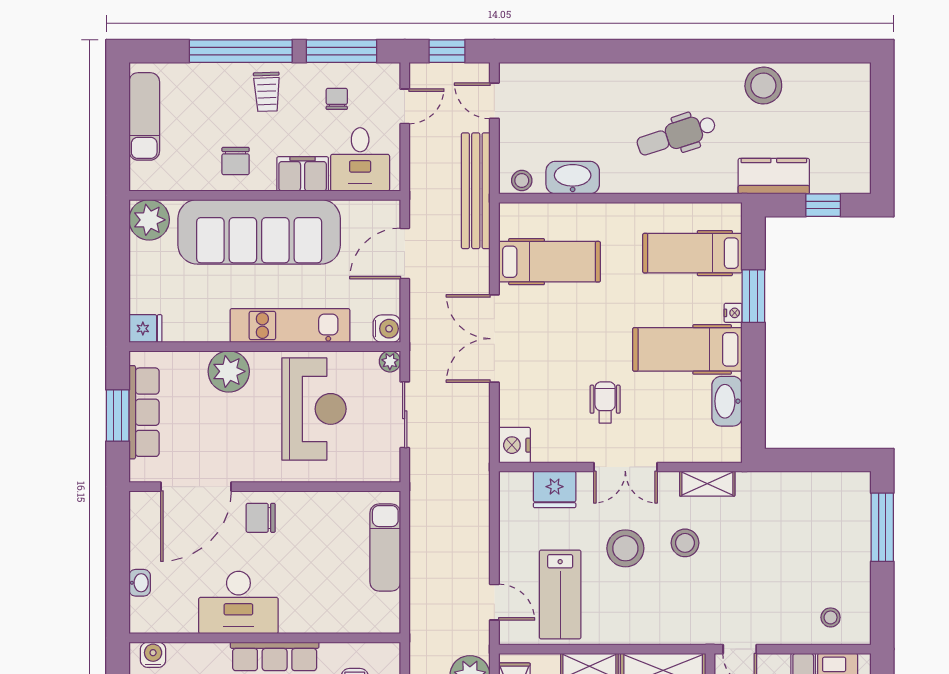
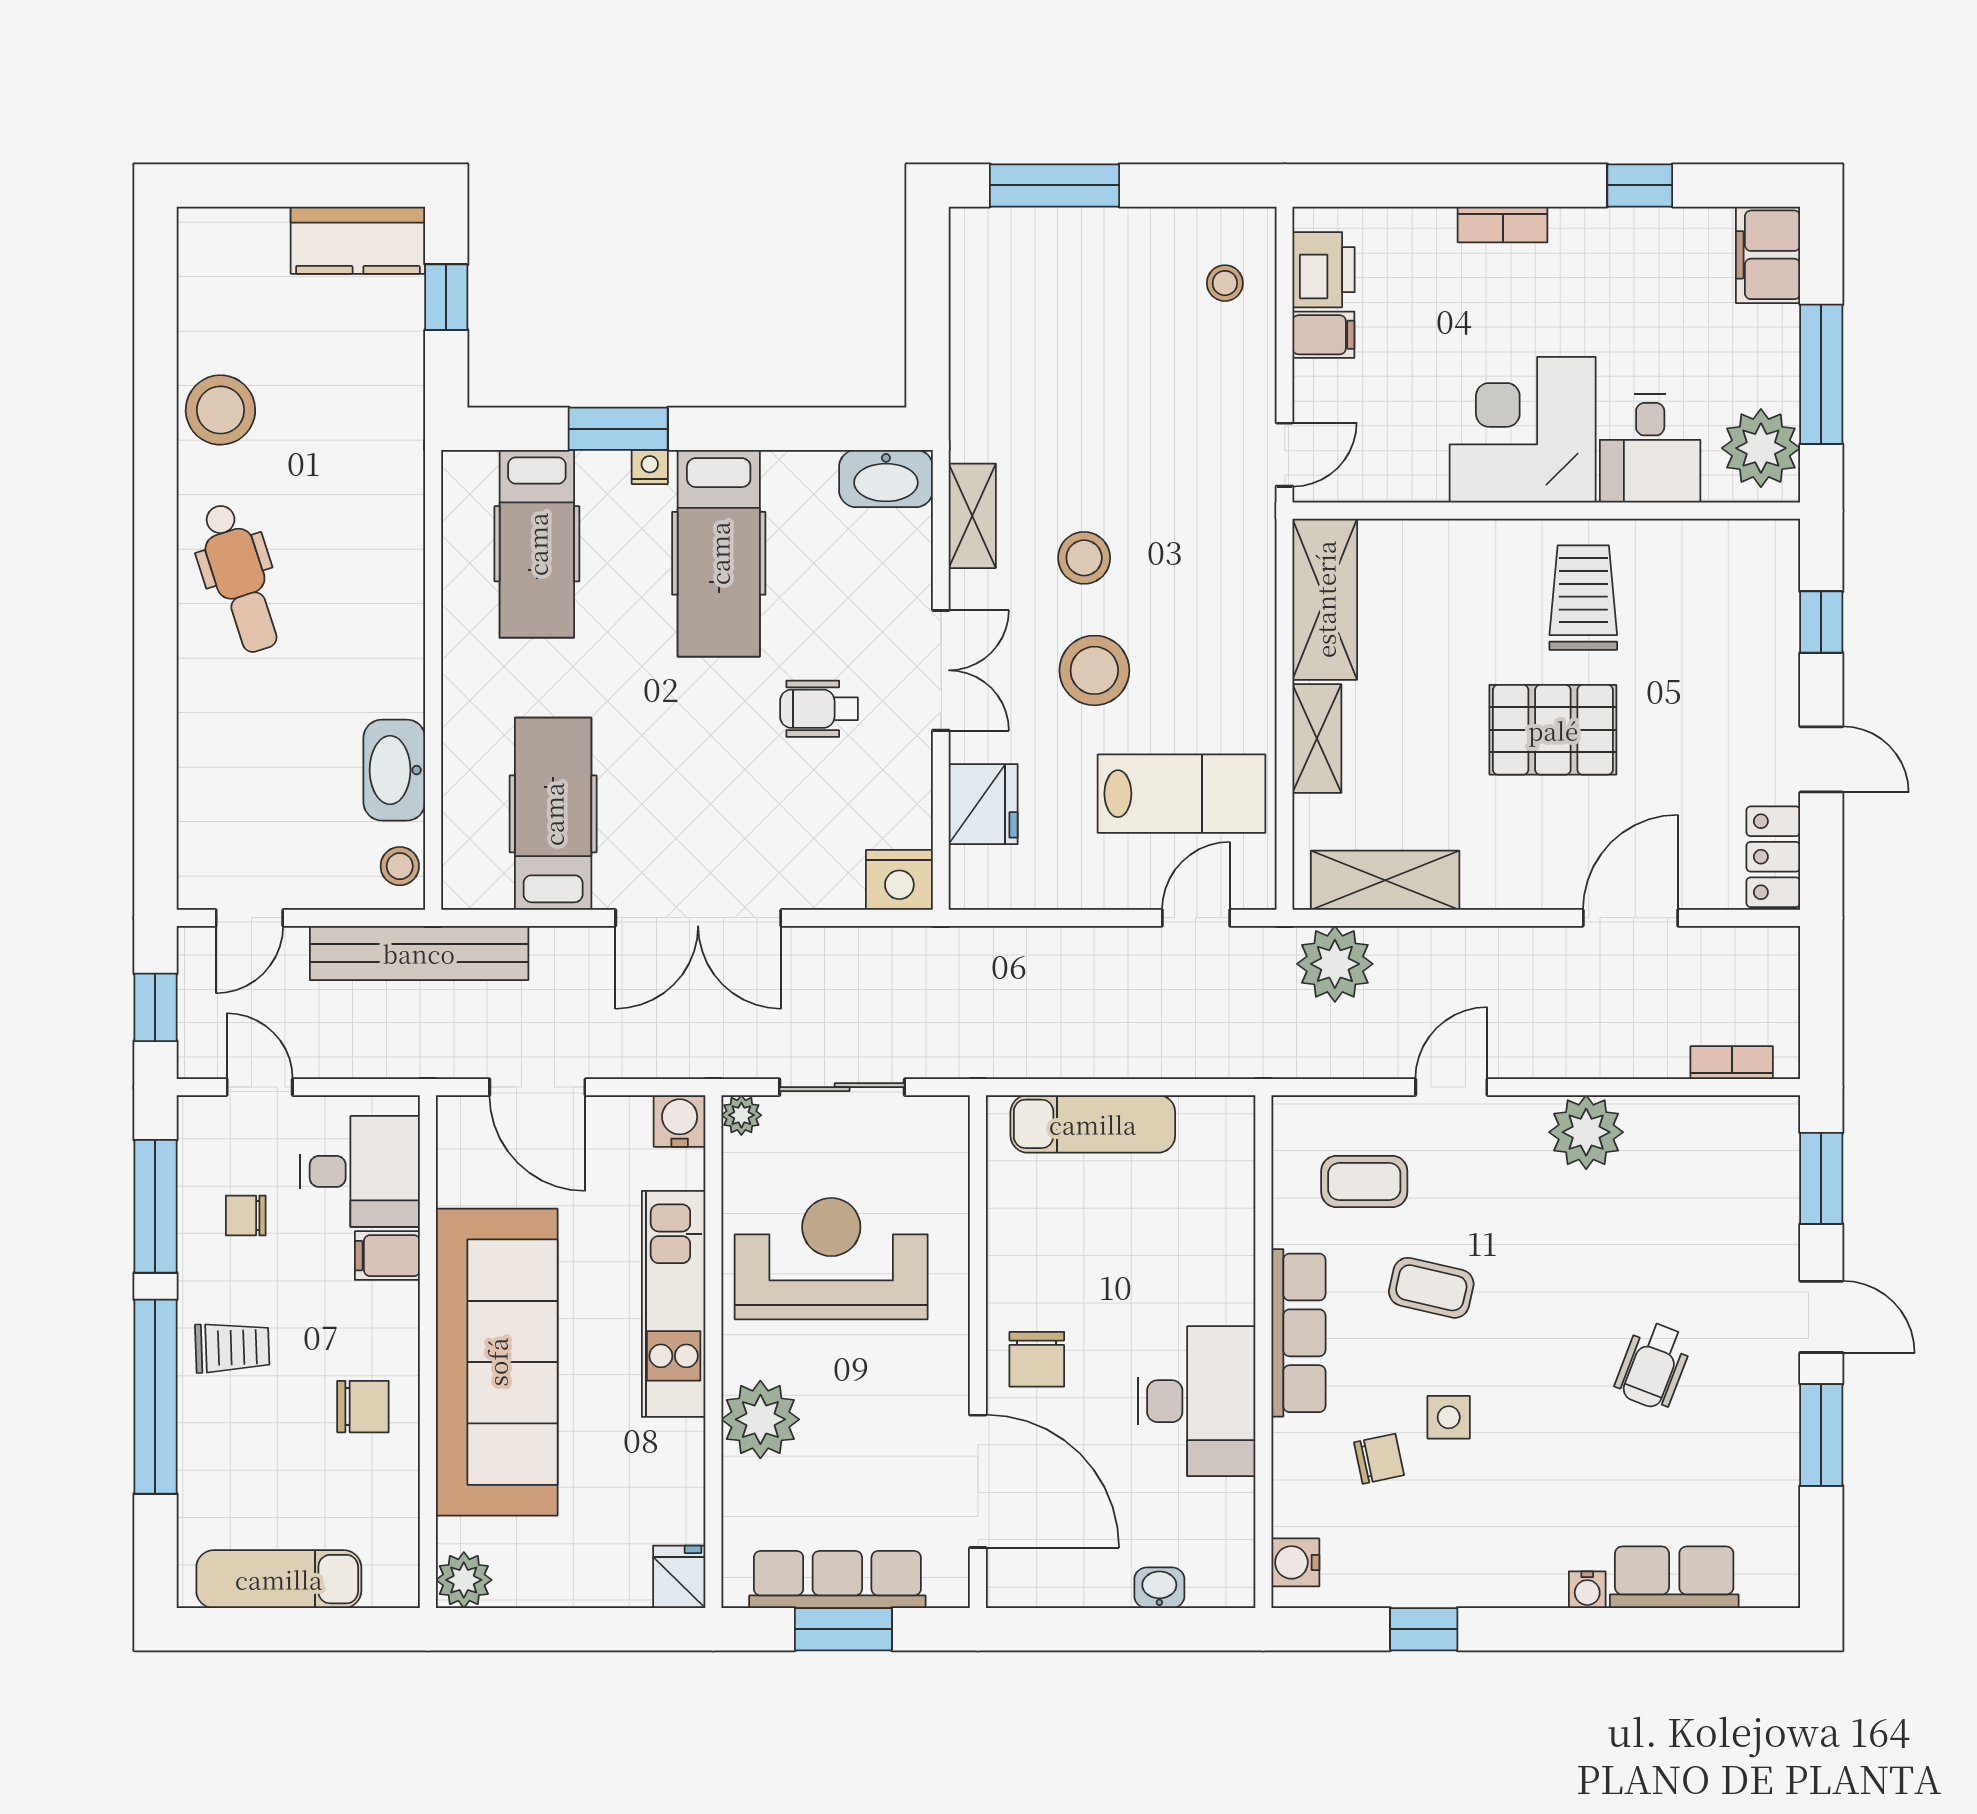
dental chair: (676, 135) -> (240, 578), moved
filing cabinet: (303, 174) -> (387, 1256), width x0.50
kitchen counter: (774, 176) -> (358, 240), moved, turned -90
plant: (149, 220) -> (464, 1580), width x0.73, depth x0.73
washbasin: (727, 401) -> (886, 479), moved

